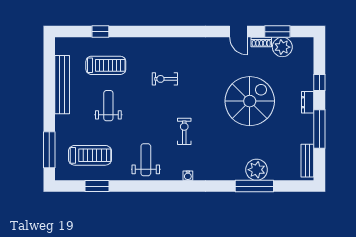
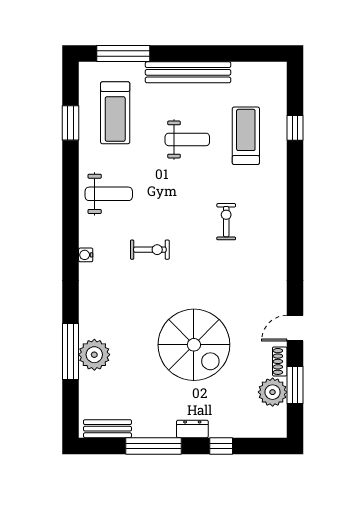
treadmill: (106, 65) -> (246, 136), turned 180
bench: (62, 85) -> (188, 72), moved

